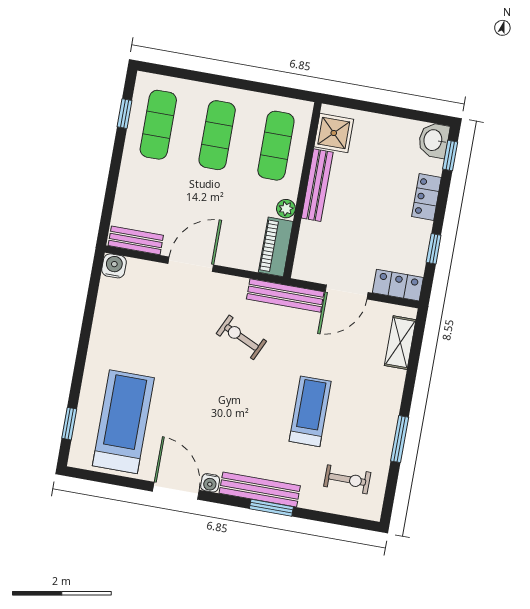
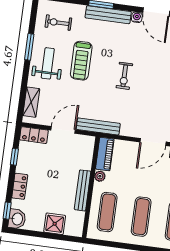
shower: (334, 133) -> (55, 224), moved
exercise bike: (241, 337) -> (124, 76), moved, turned 65
weight bench: (369, 409) -> (48, 63), added

